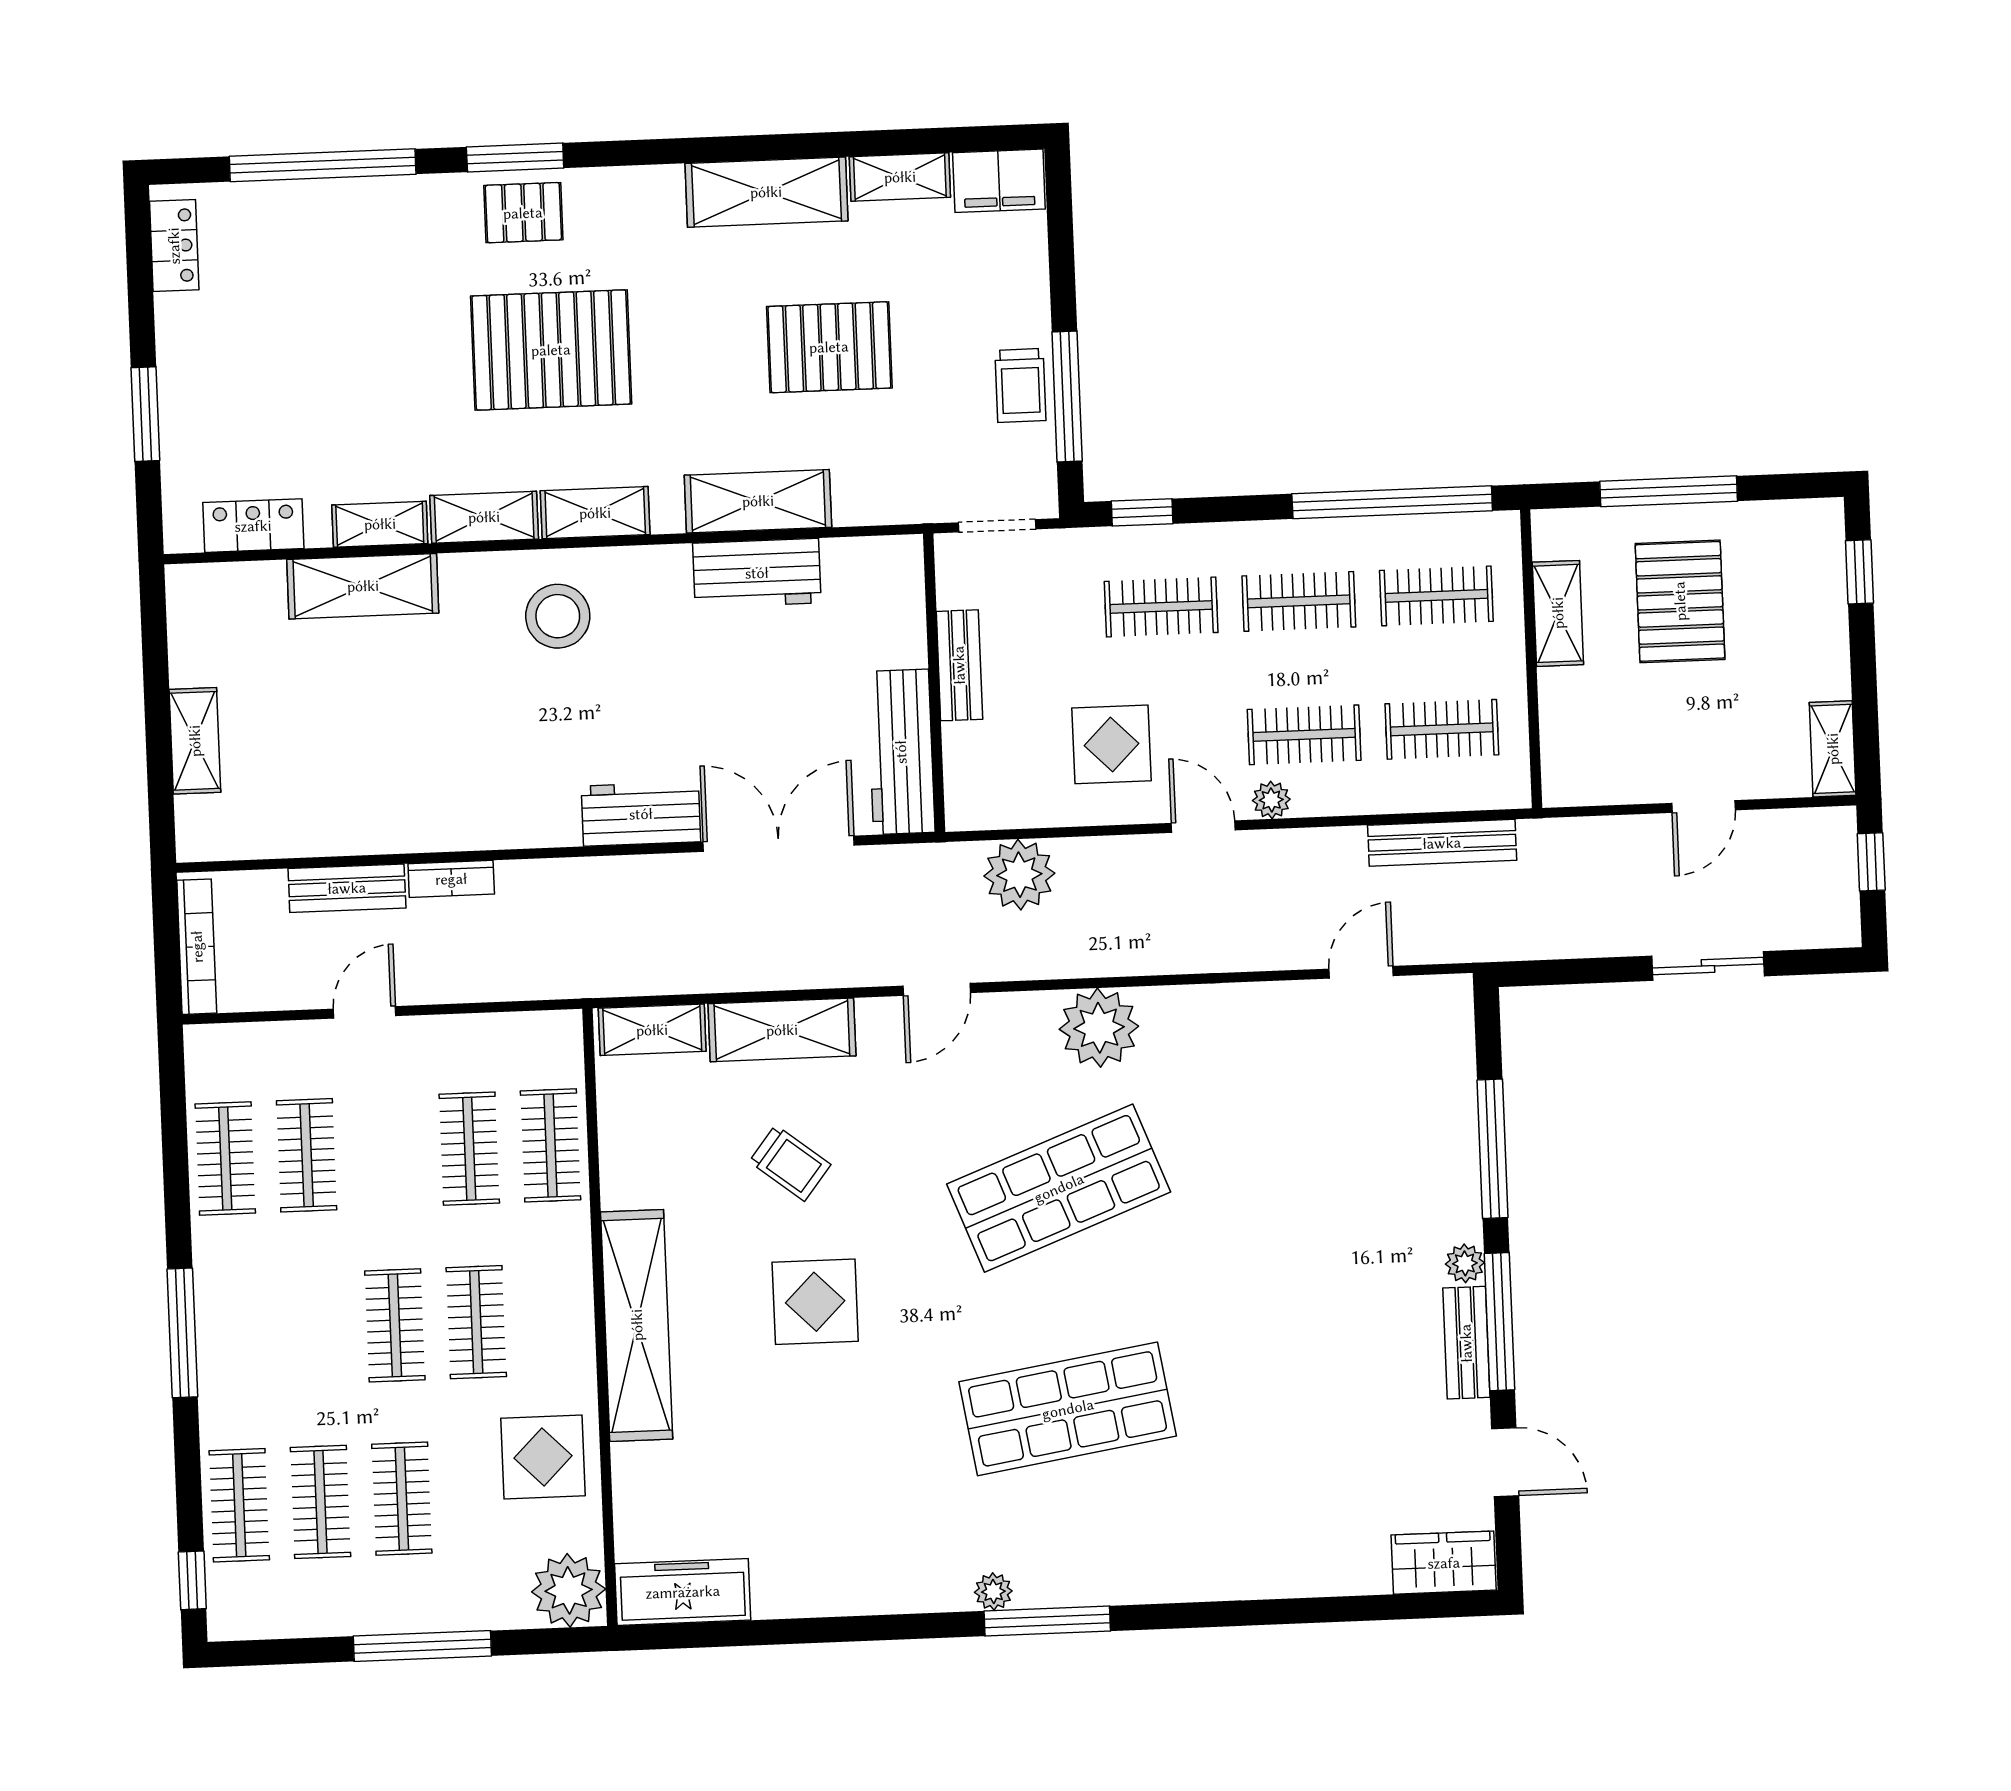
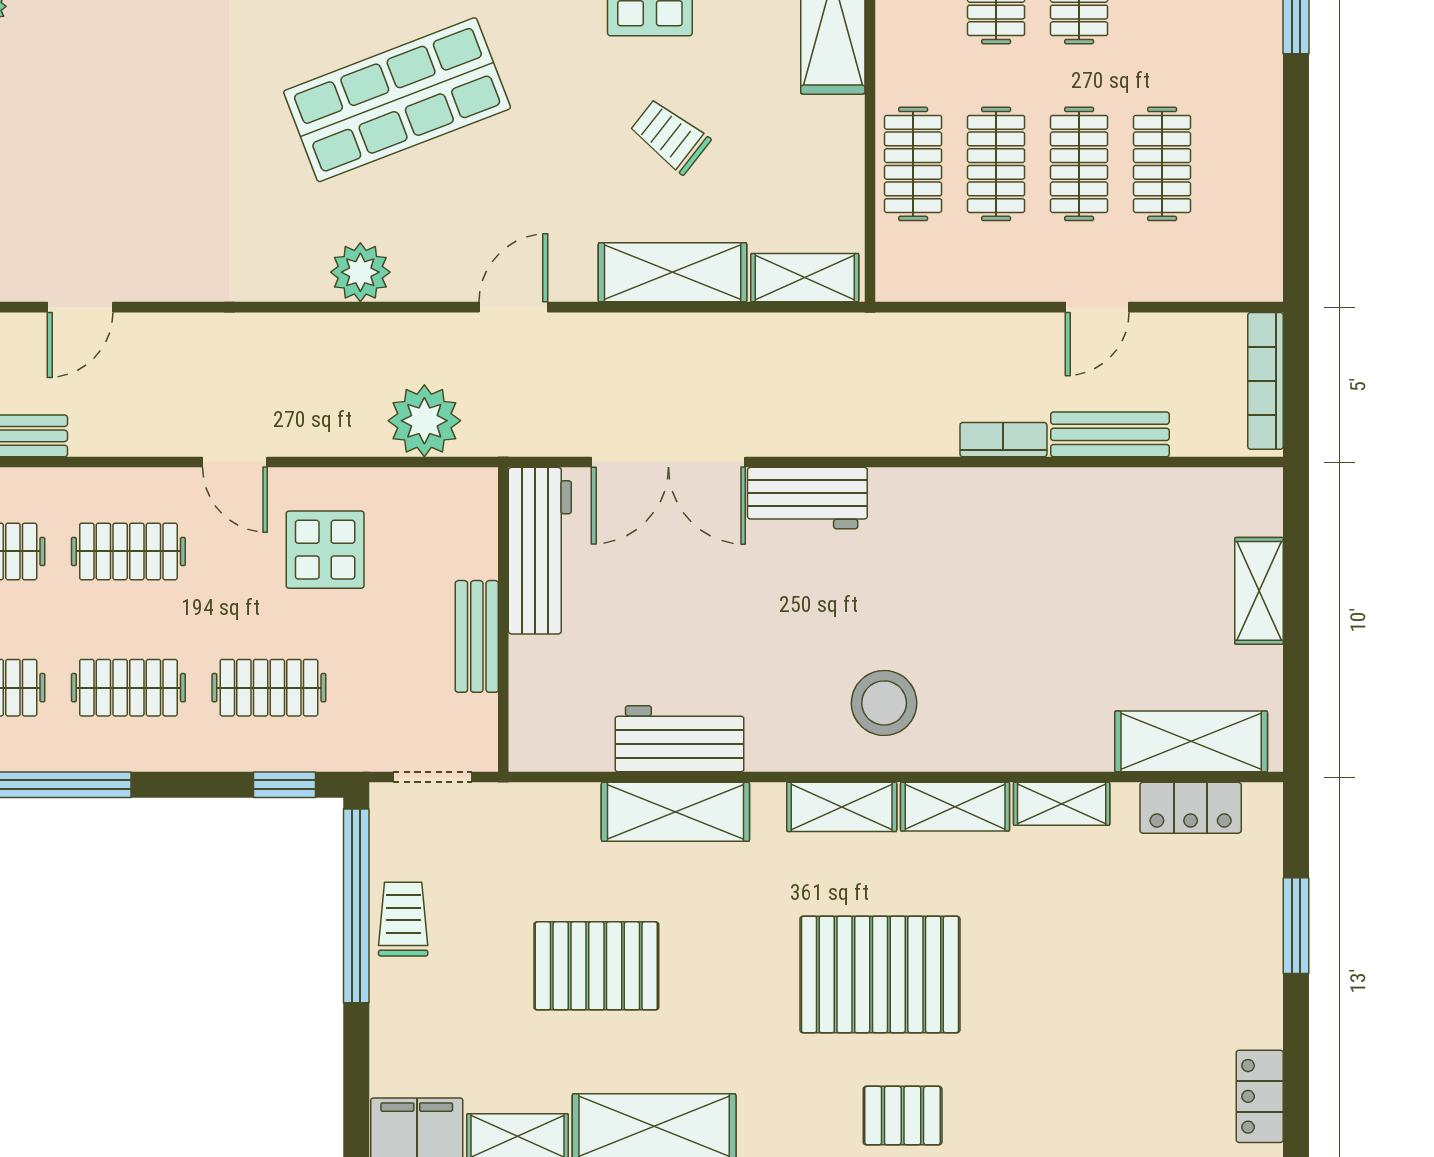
window: (1067, 397) -> (356, 906), width x1.46
shelving: (363, 586) -> (1191, 741), moved
plant: (1271, 800) -> (165, 487), removed
plant: (1099, 1028) -> (360, 272), width x0.73, depth x0.73
clothes rail: (225, 1159) -> (1079, 164), moved

